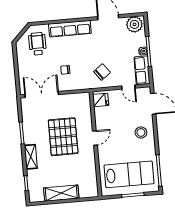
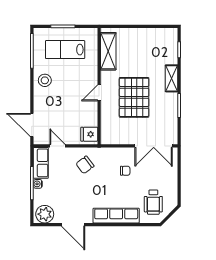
stool: (141, 132) -> (45, 80), moved
lab bench: (129, 174) -> (65, 50), width x0.73, depth x0.72
shelving: (61, 193) -> (108, 51), moved, turned 90

